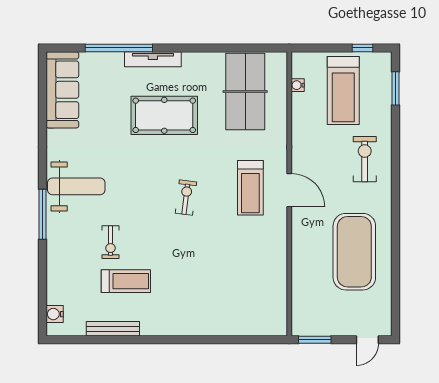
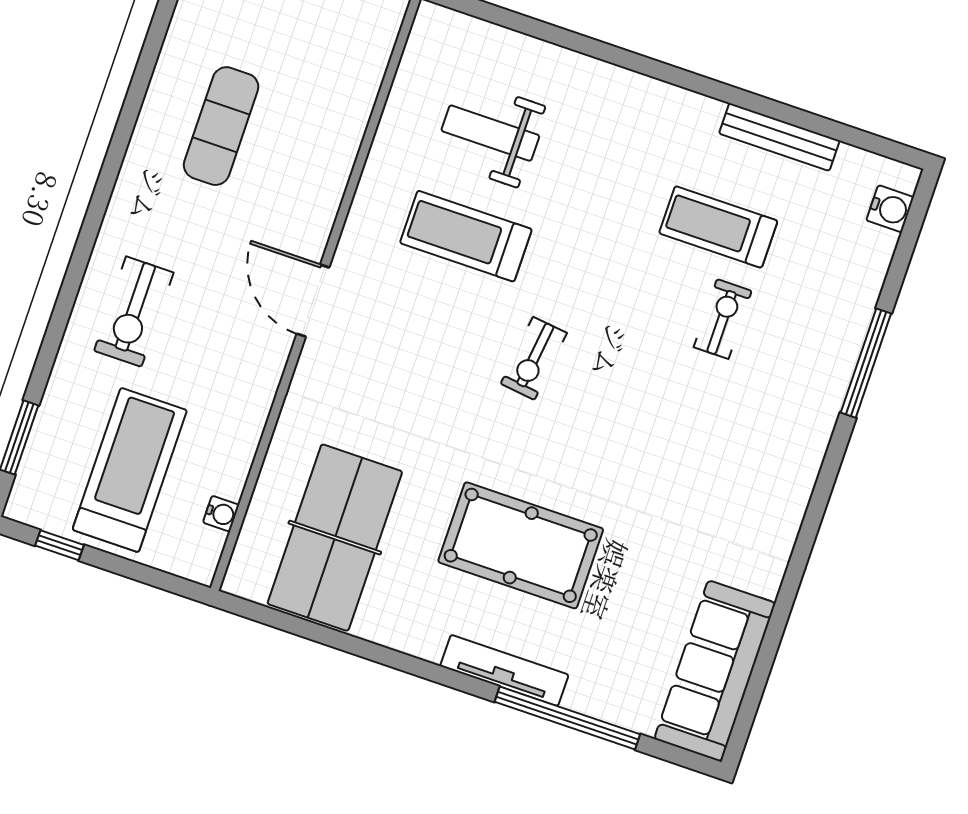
weight bench: (76, 186) -> (490, 133), moved, width x0.73, depth x0.75
treadmill: (250, 188) -> (466, 236), moved, turned -90
window: (43, 214) -> (866, 363), moved
exercise mat: (354, 252) -> (221, 126), width x0.50, depth x0.69

